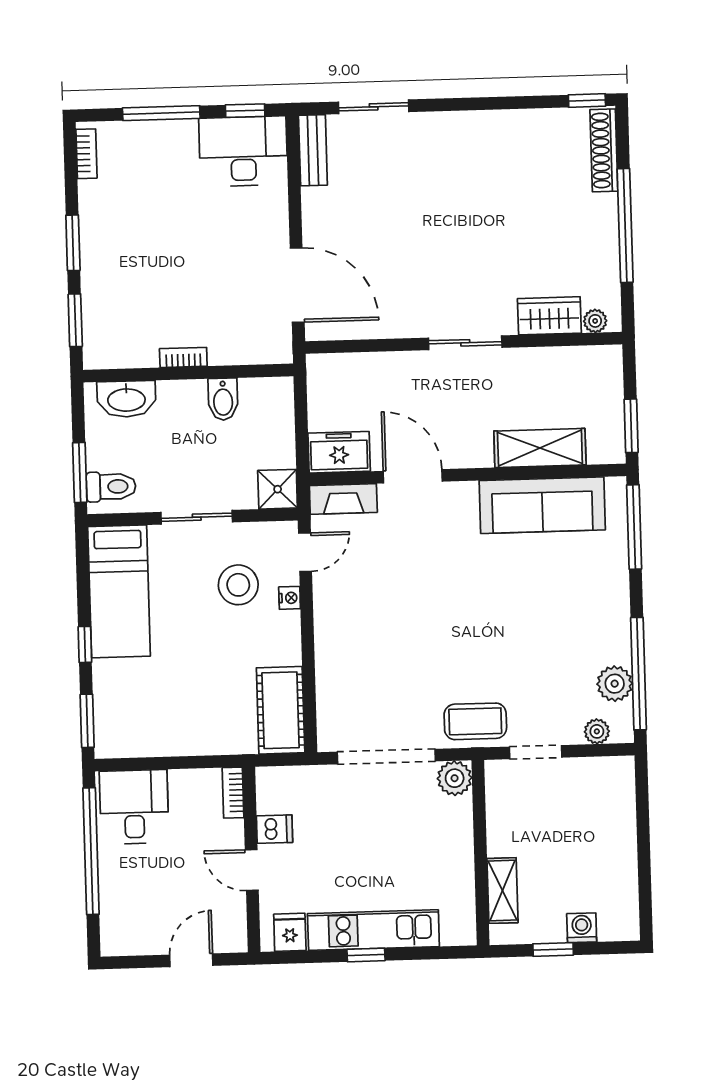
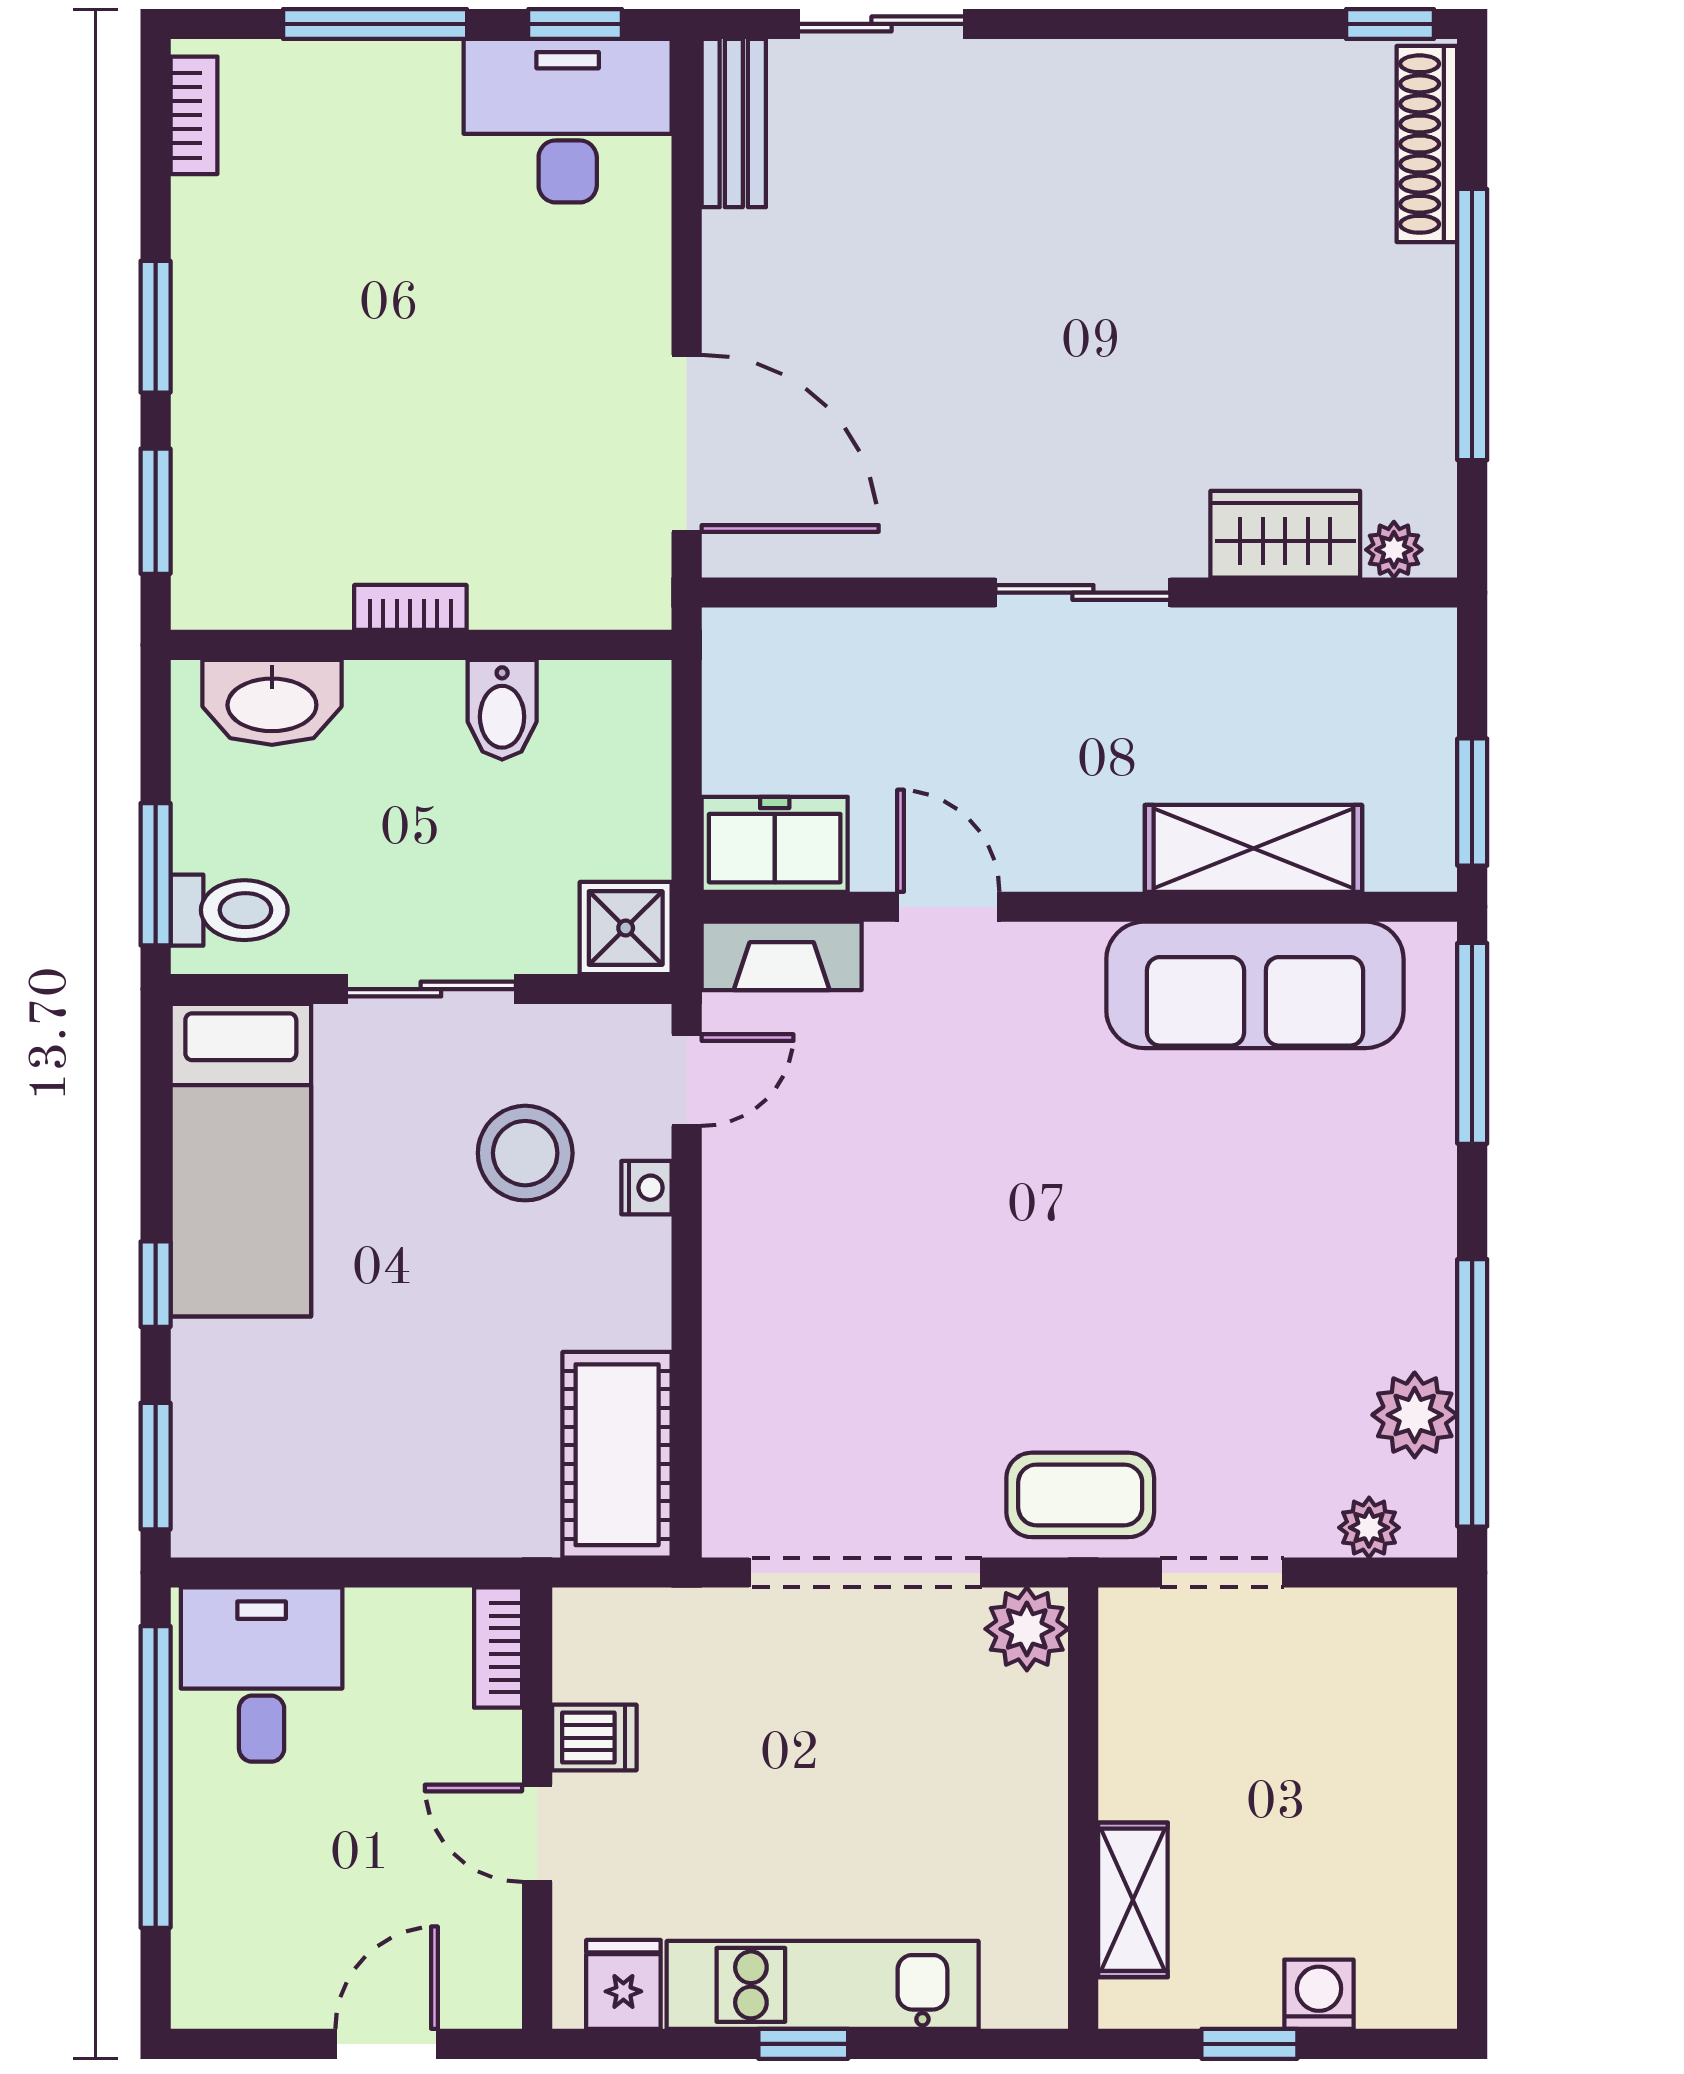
door: (413, 476) -> (948, 907), width x0.73

